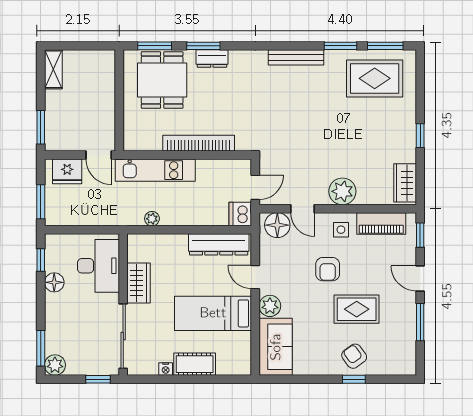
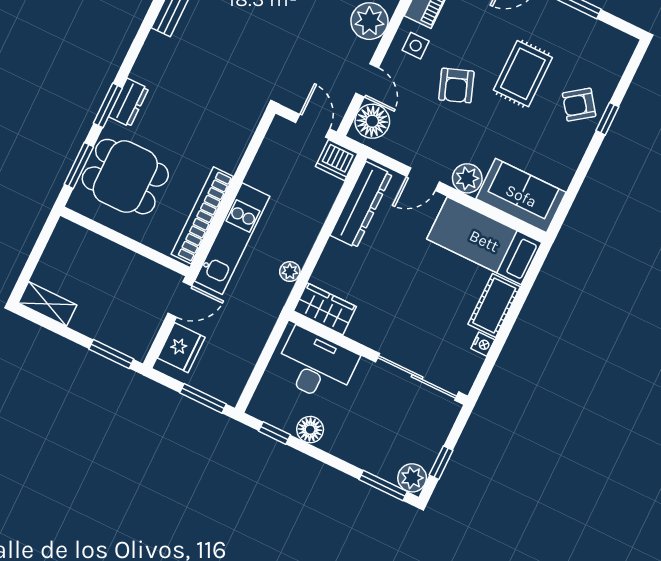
bookcase: (199, 143) -> (202, 215), moved
door: (303, 209) -> (367, 80), hinge flipped
armchair: (328, 269) -> (456, 86), turned 70
wardrobe: (139, 283) -> (325, 309), moved
bed: (213, 313) -> (484, 241), moved, turned 90
window: (98, 379) -> (441, 463), moved

